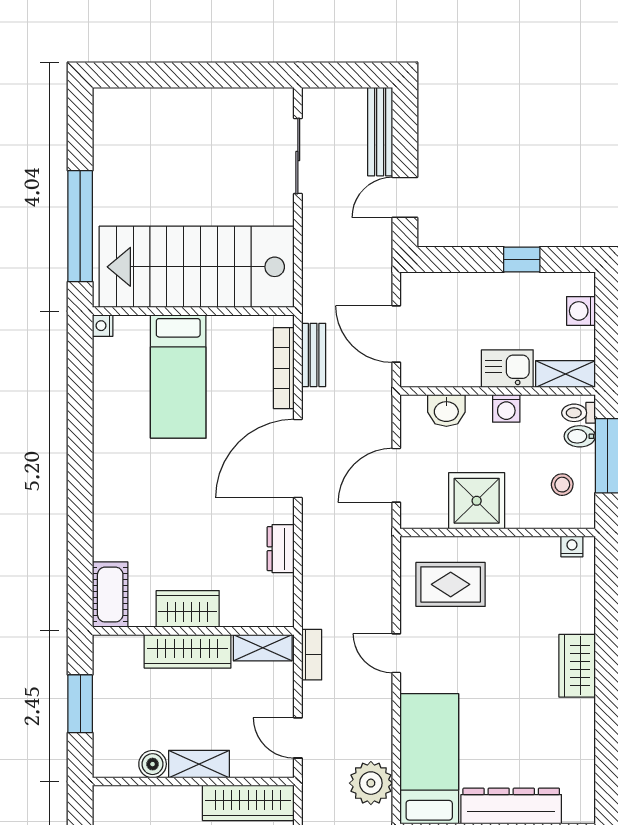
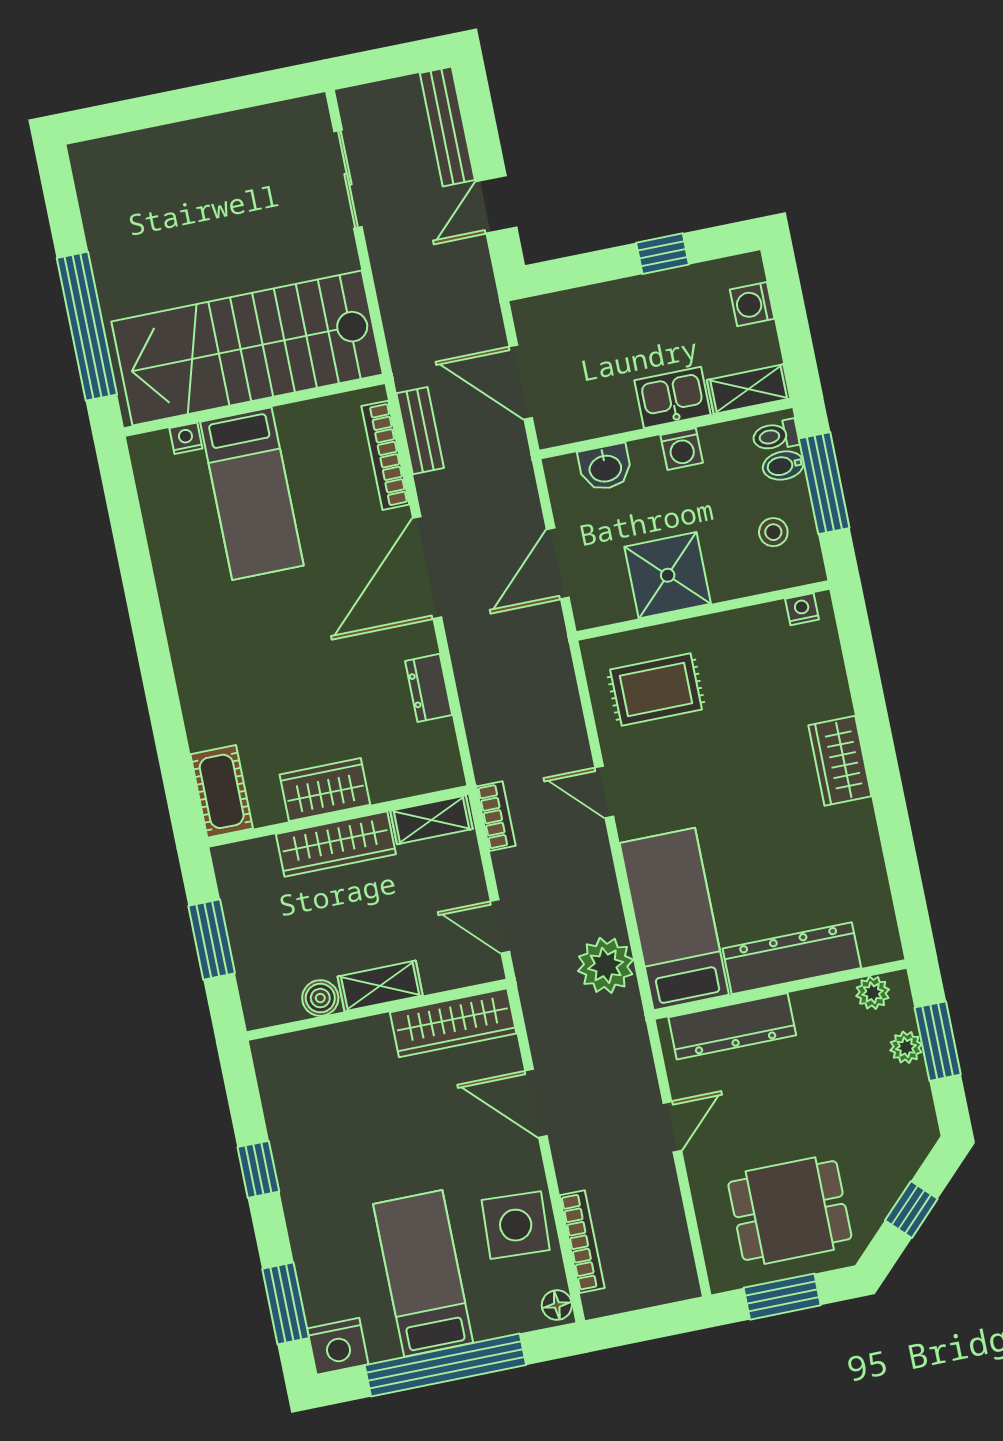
nightstand: (103, 326) -> (186, 438), moved, turned 90

